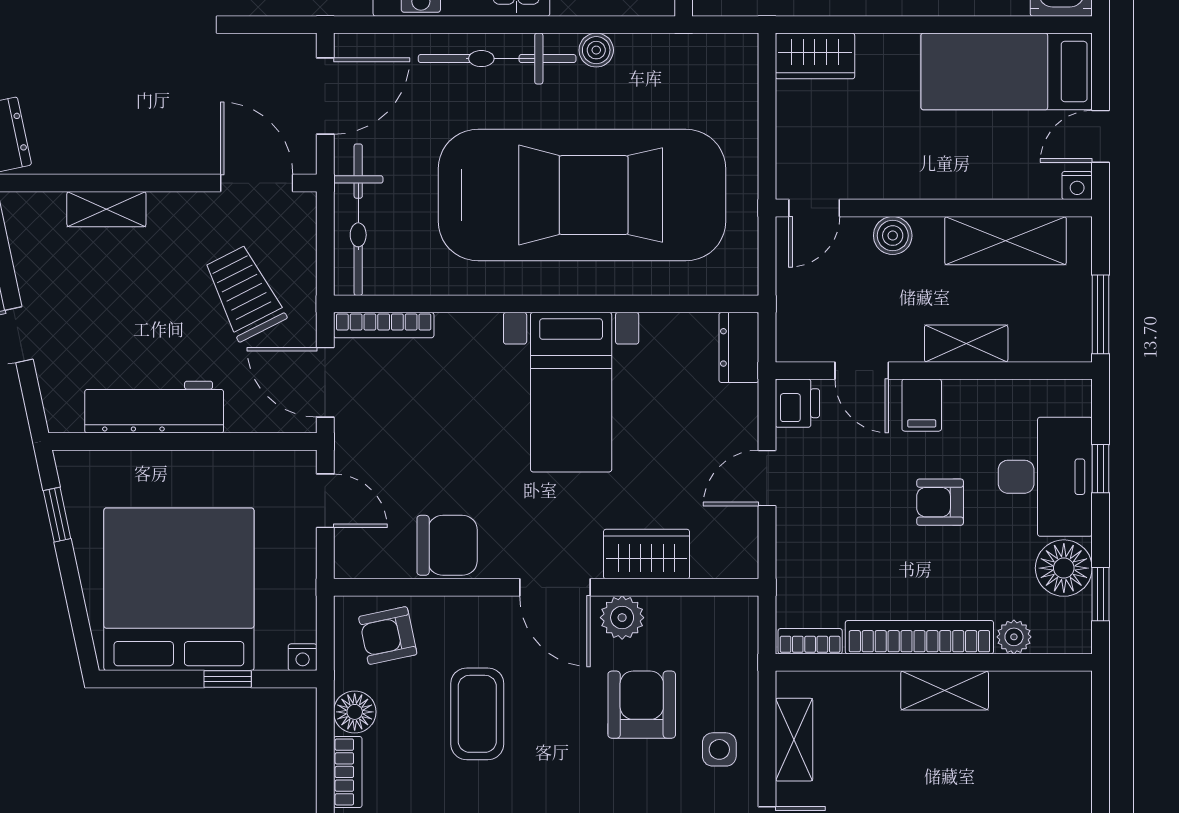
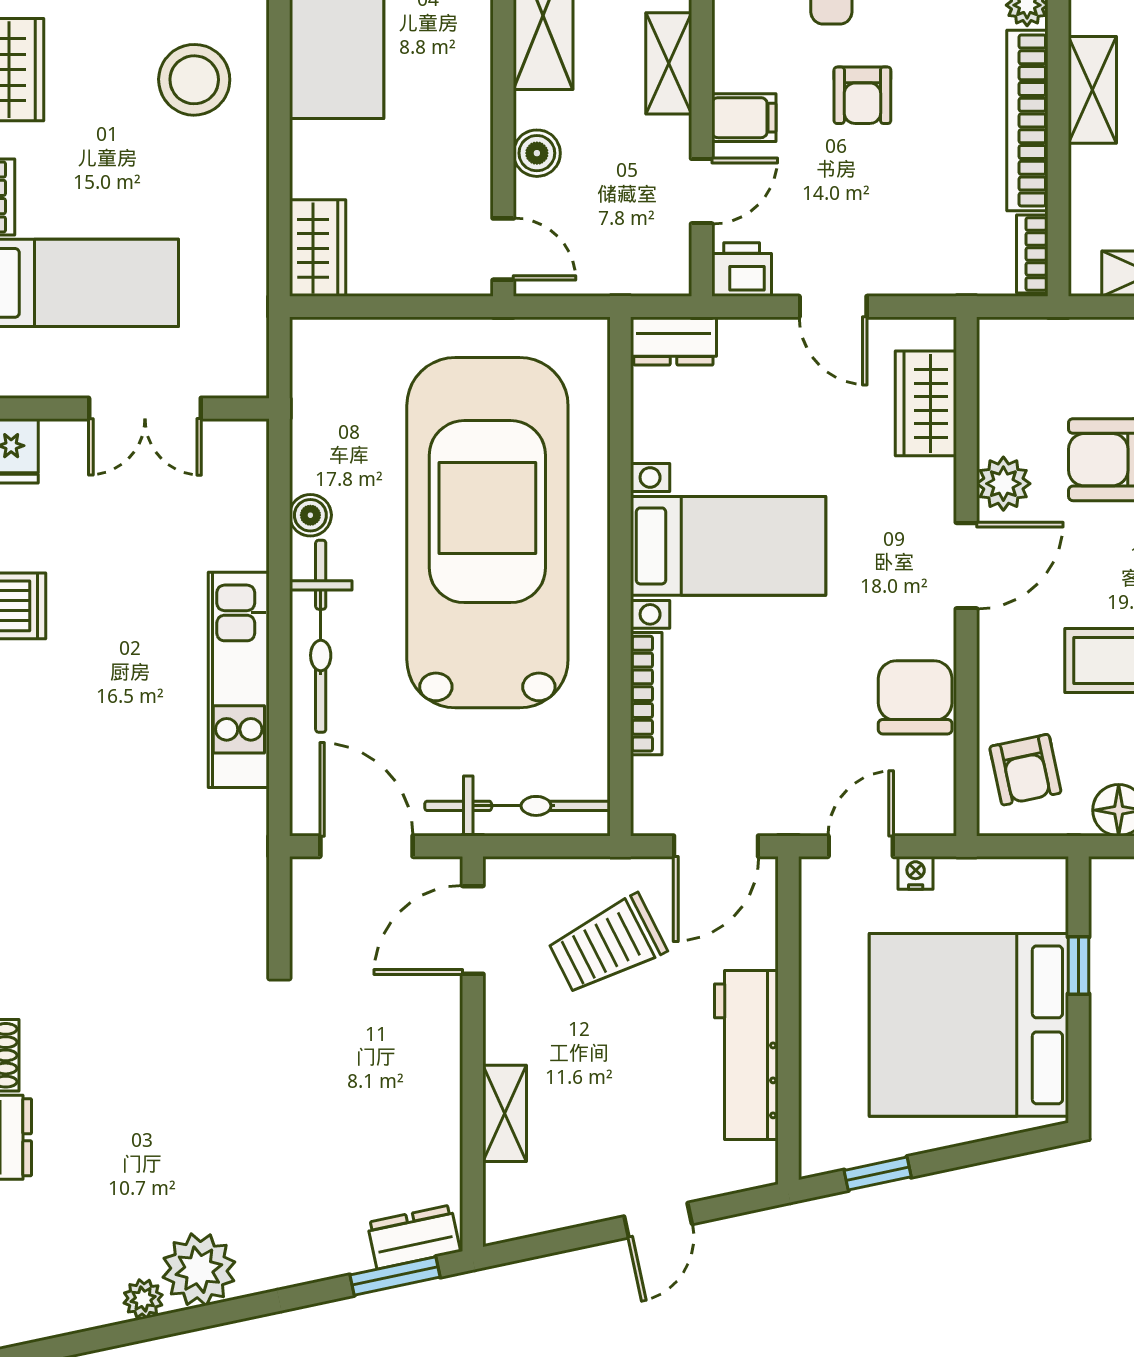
bookcase: (384, 325) -> (646, 694), moved
wardrobe: (646, 554) -> (926, 403), moved
nightstand: (303, 657) -> (916, 873), moved, turned -90

